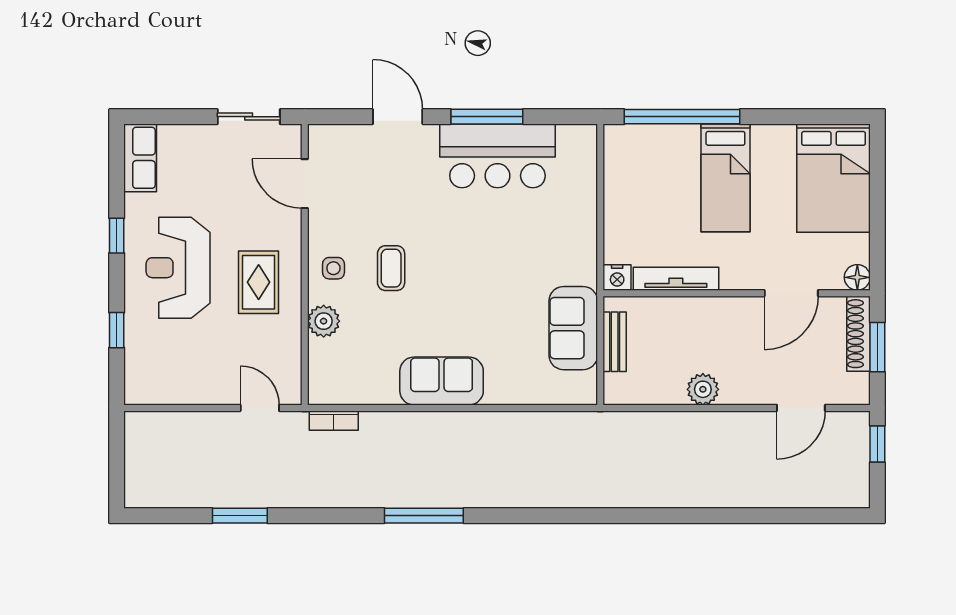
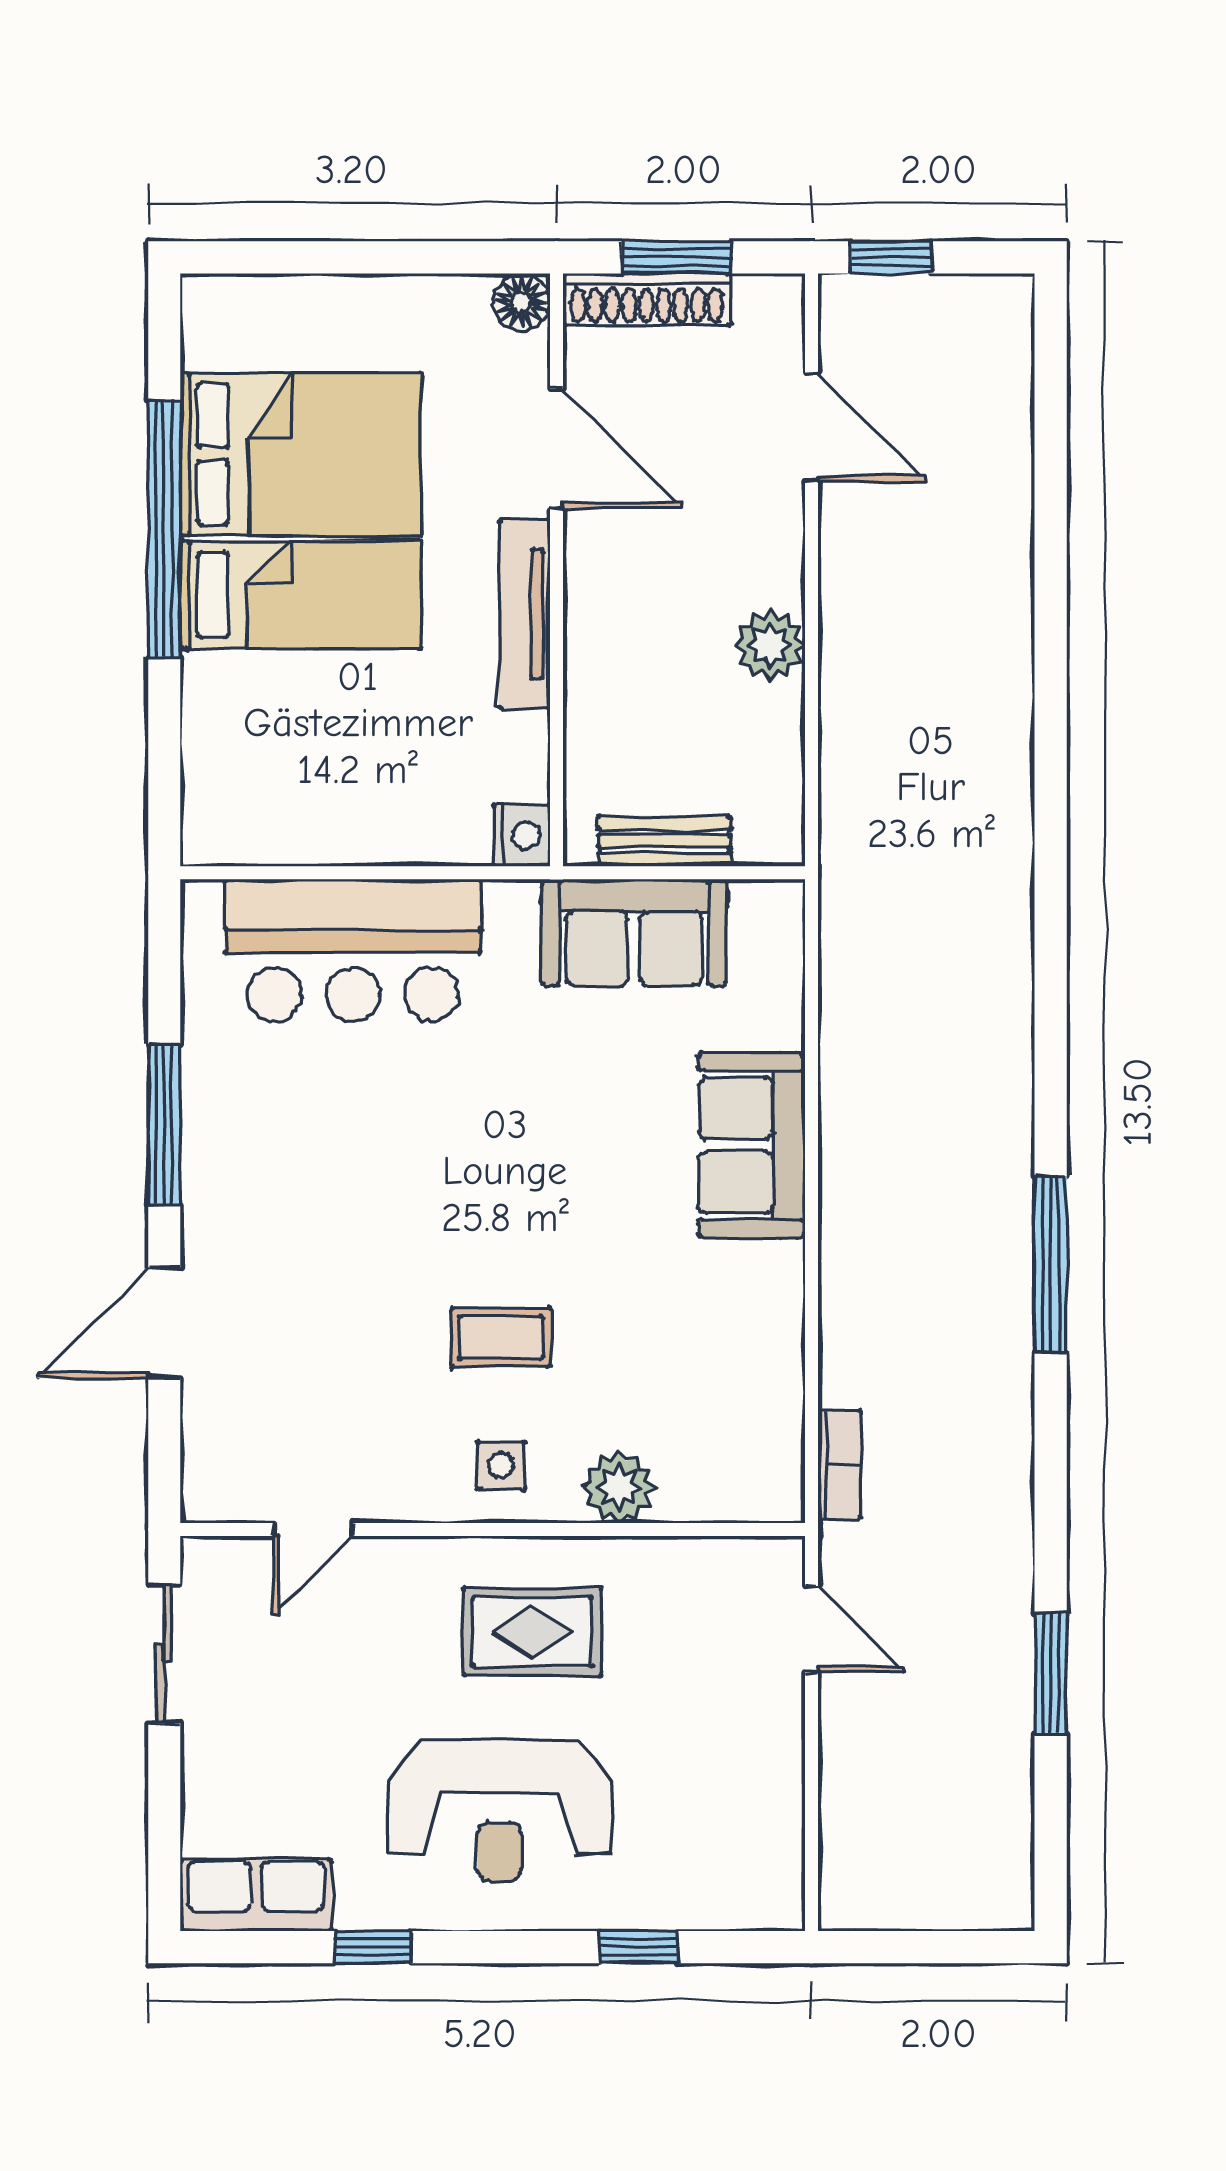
window: (682, 117) -> (164, 529), moved
bar counter: (497, 156) -> (353, 950), moved, turned 90
bed: (834, 178) -> (301, 454), moved
door: (305, 184) -> (313, 1529), width x0.73
window: (117, 236) -> (373, 1947), moved
tv unit: (676, 279) -> (524, 614), moved
sofa: (442, 381) -> (752, 1145), moved
door: (260, 408) -> (811, 1629), swing flipped

